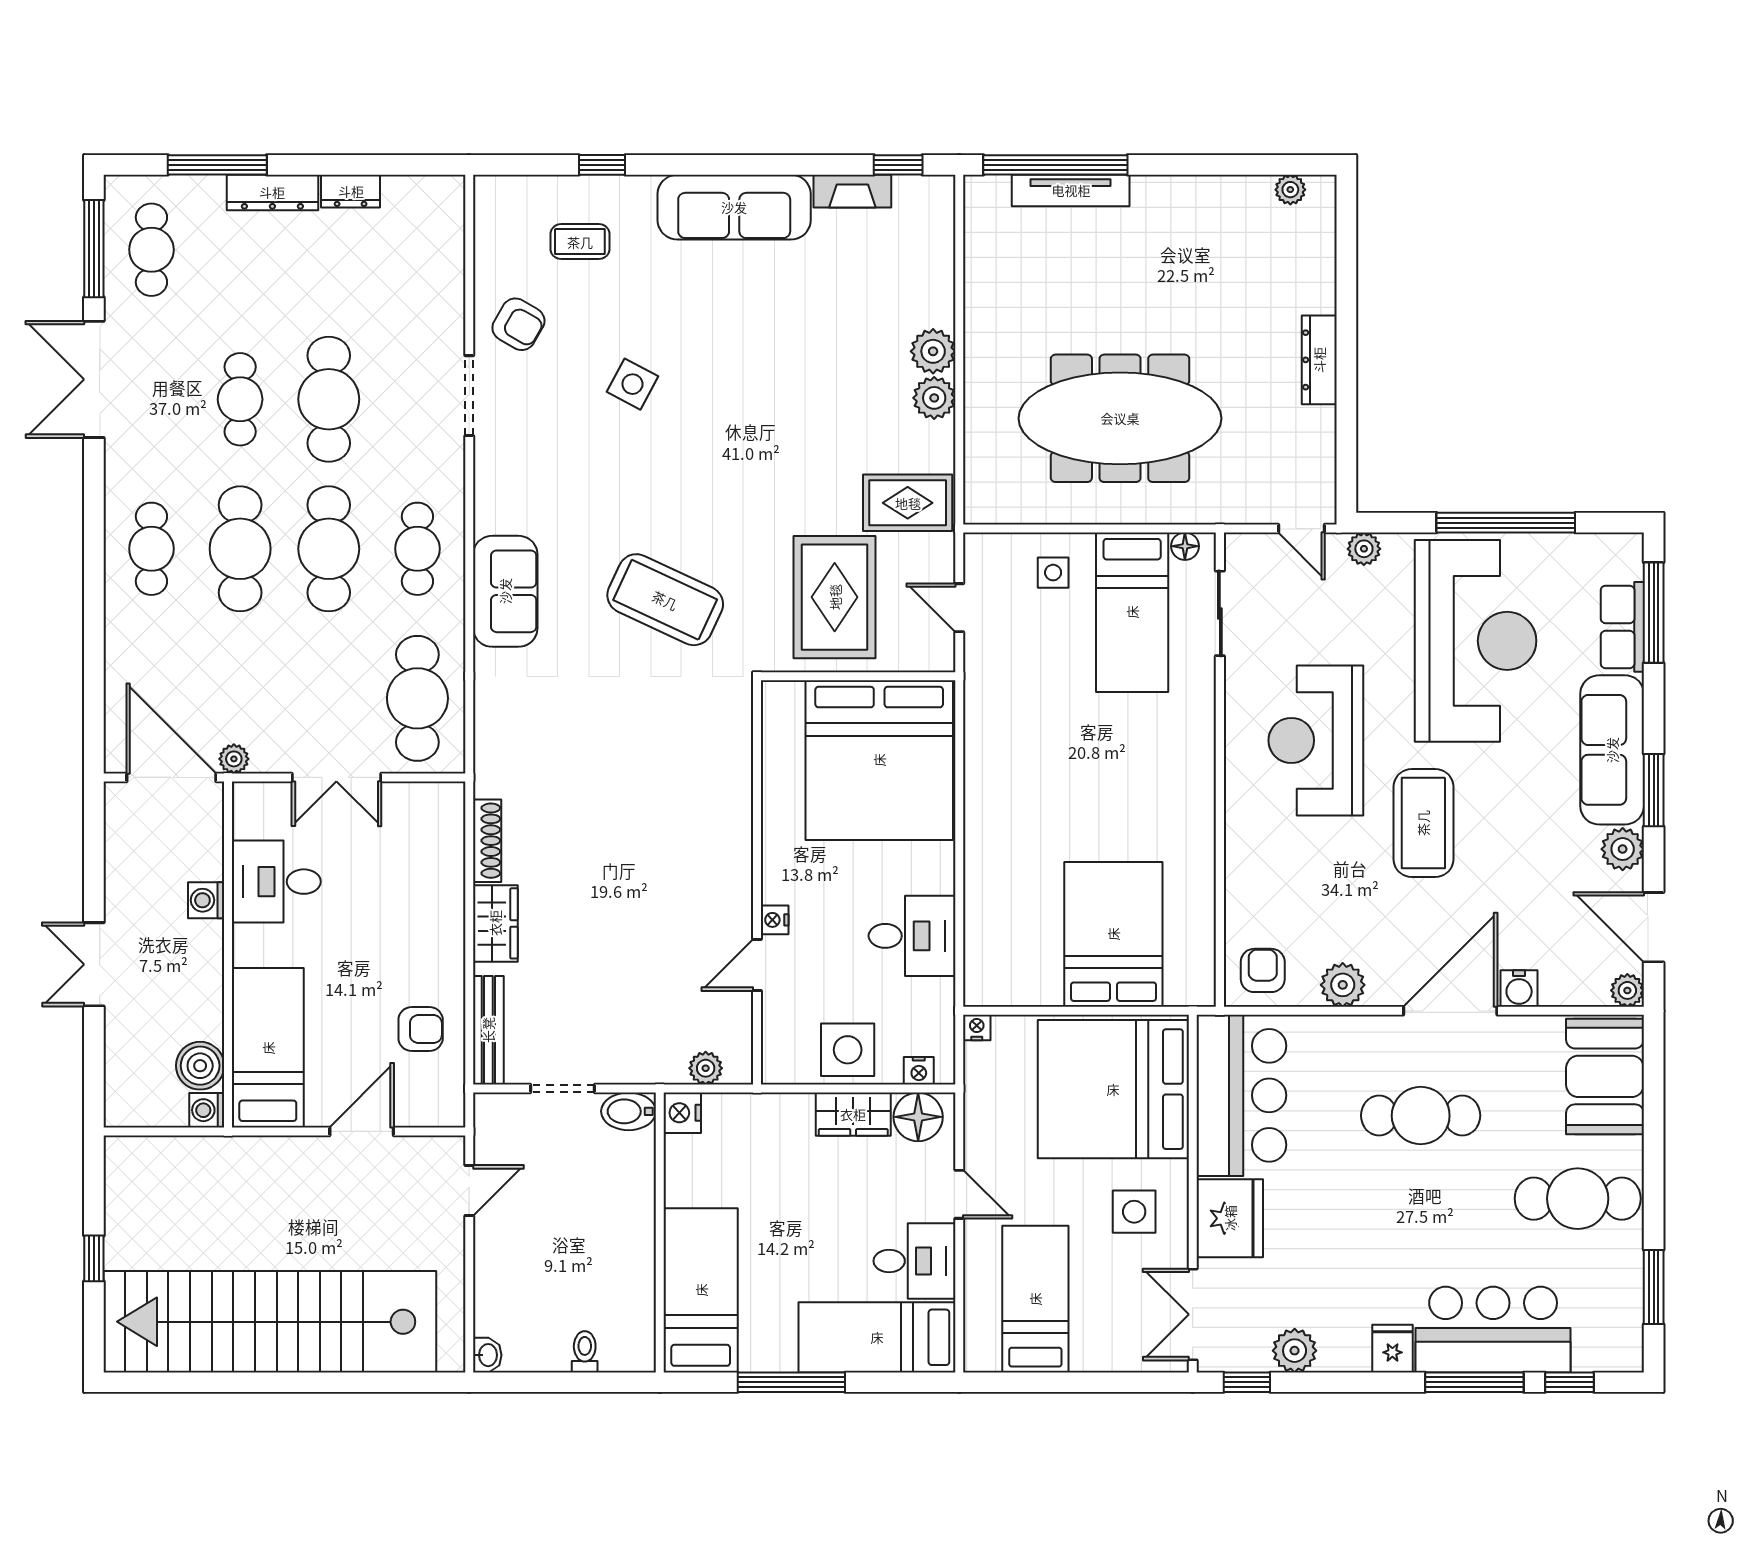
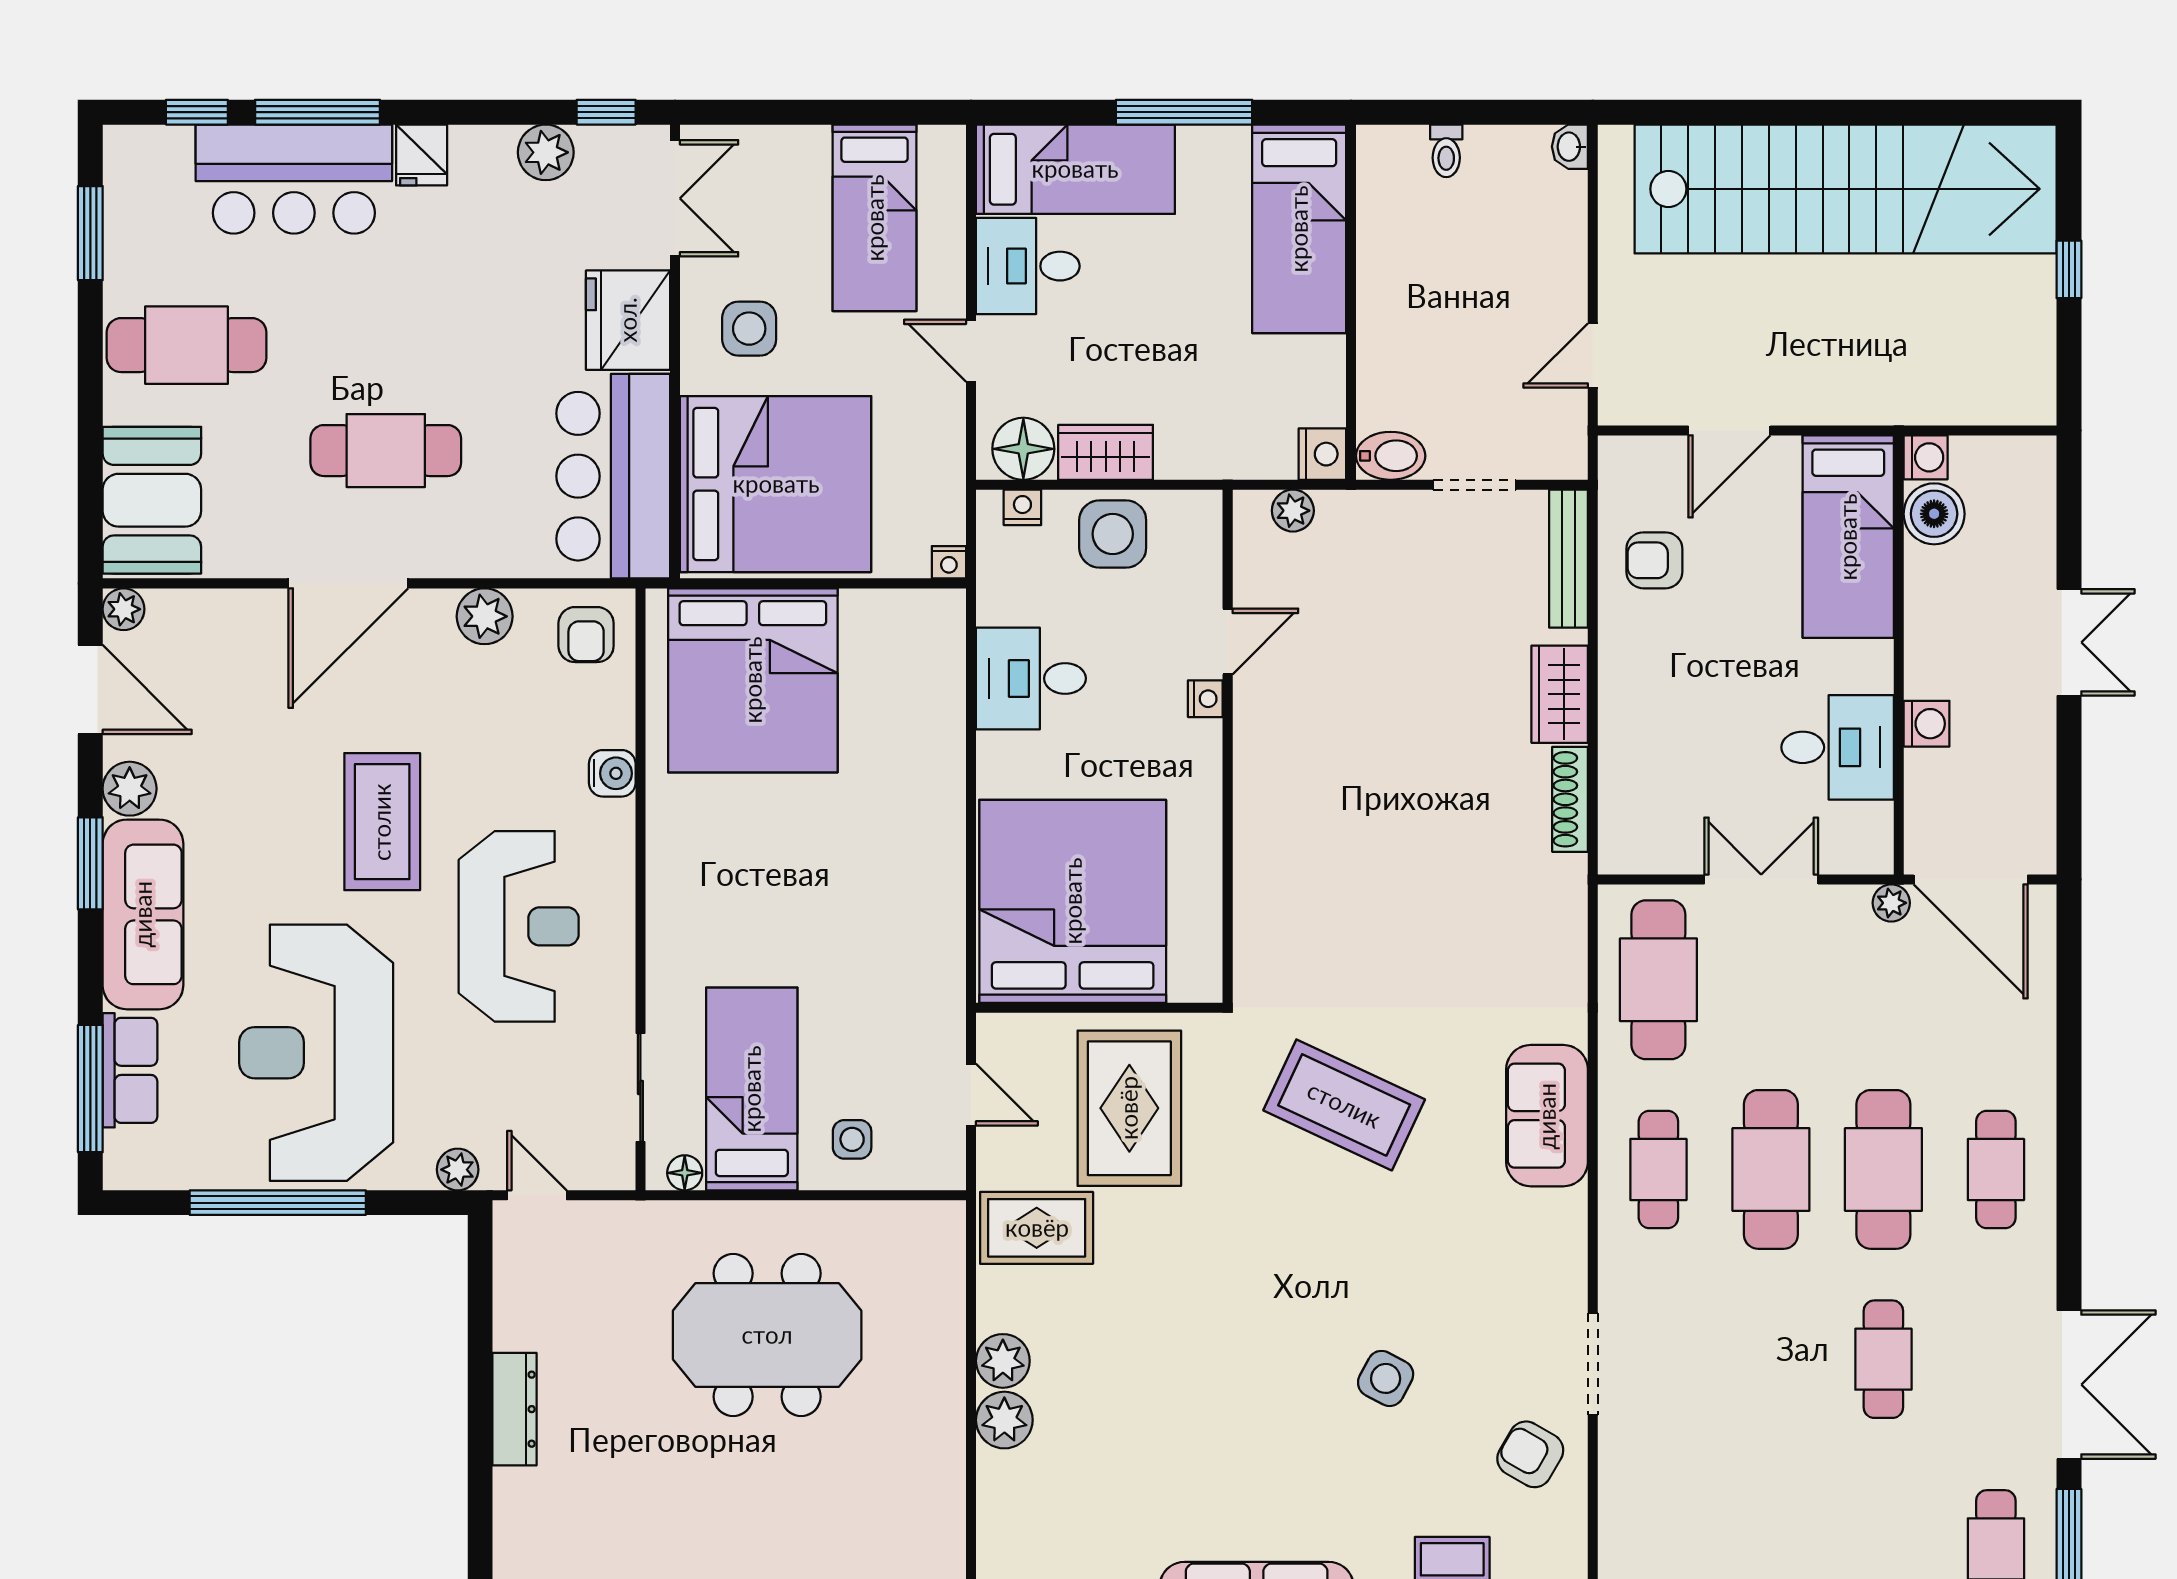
cafe table: (329, 399) -> (1771, 1359), removed
meeting table: (1120, 418) -> (767, 1335), width x0.73
bed: (1113, 934) -> (753, 680), width x1.36
water cooler: (1519, 989) -> (612, 773), moved, turned 90

